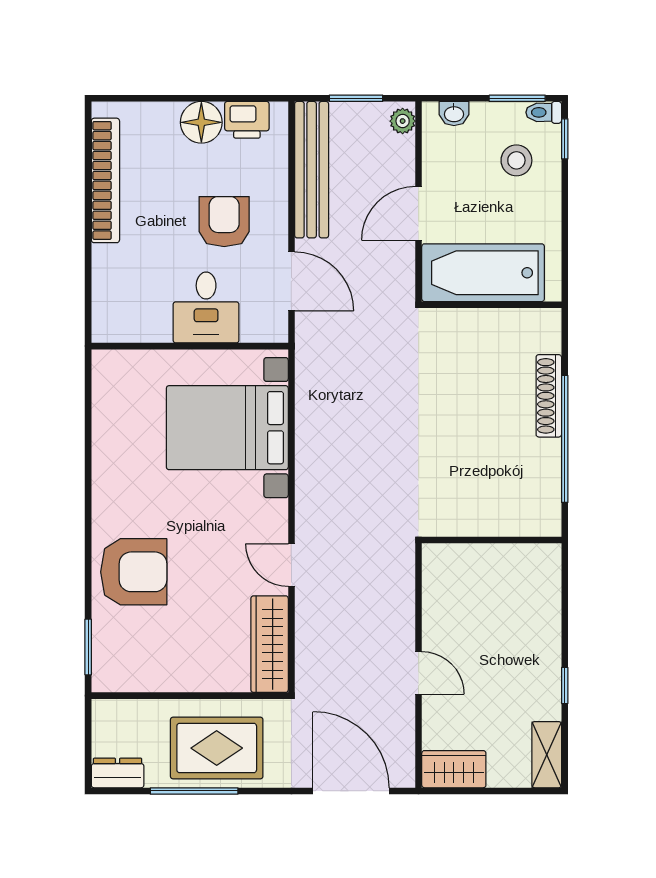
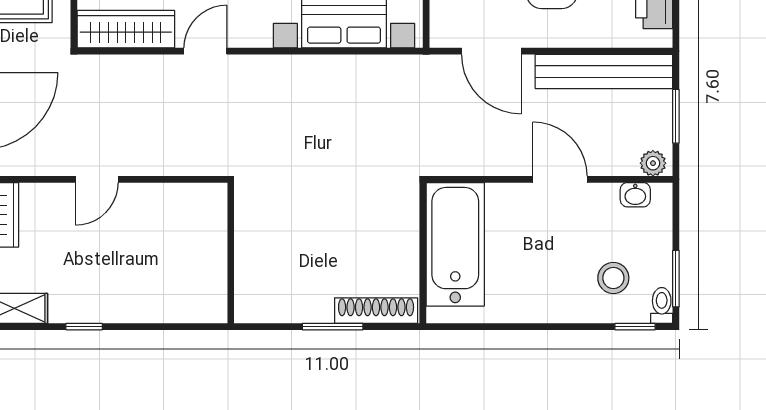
washbasin: (454, 114) -> (635, 195), moved, turned -90
bathtub: (483, 273) -> (455, 244), moved
door: (291, 281) -> (491, 51), hinge flipped
wall: (492, 305) -> (423, 253), moved
window: (565, 439) -> (333, 327), width x0.47

